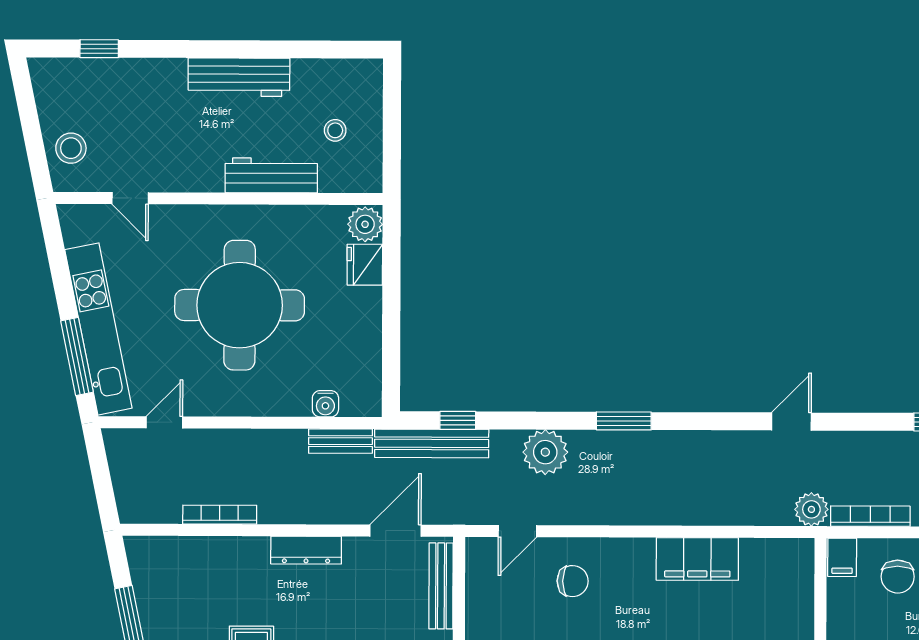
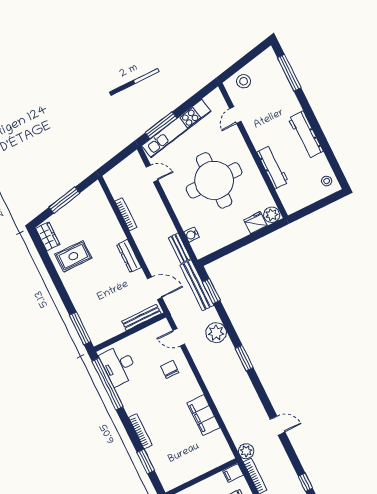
window: (99, 49) -> (289, 73), width x2.17
stool: (335, 130) -> (327, 181), moved
window: (458, 420) -> (211, 291), width x1.50
chair: (573, 581) -> (170, 369), turned 180

